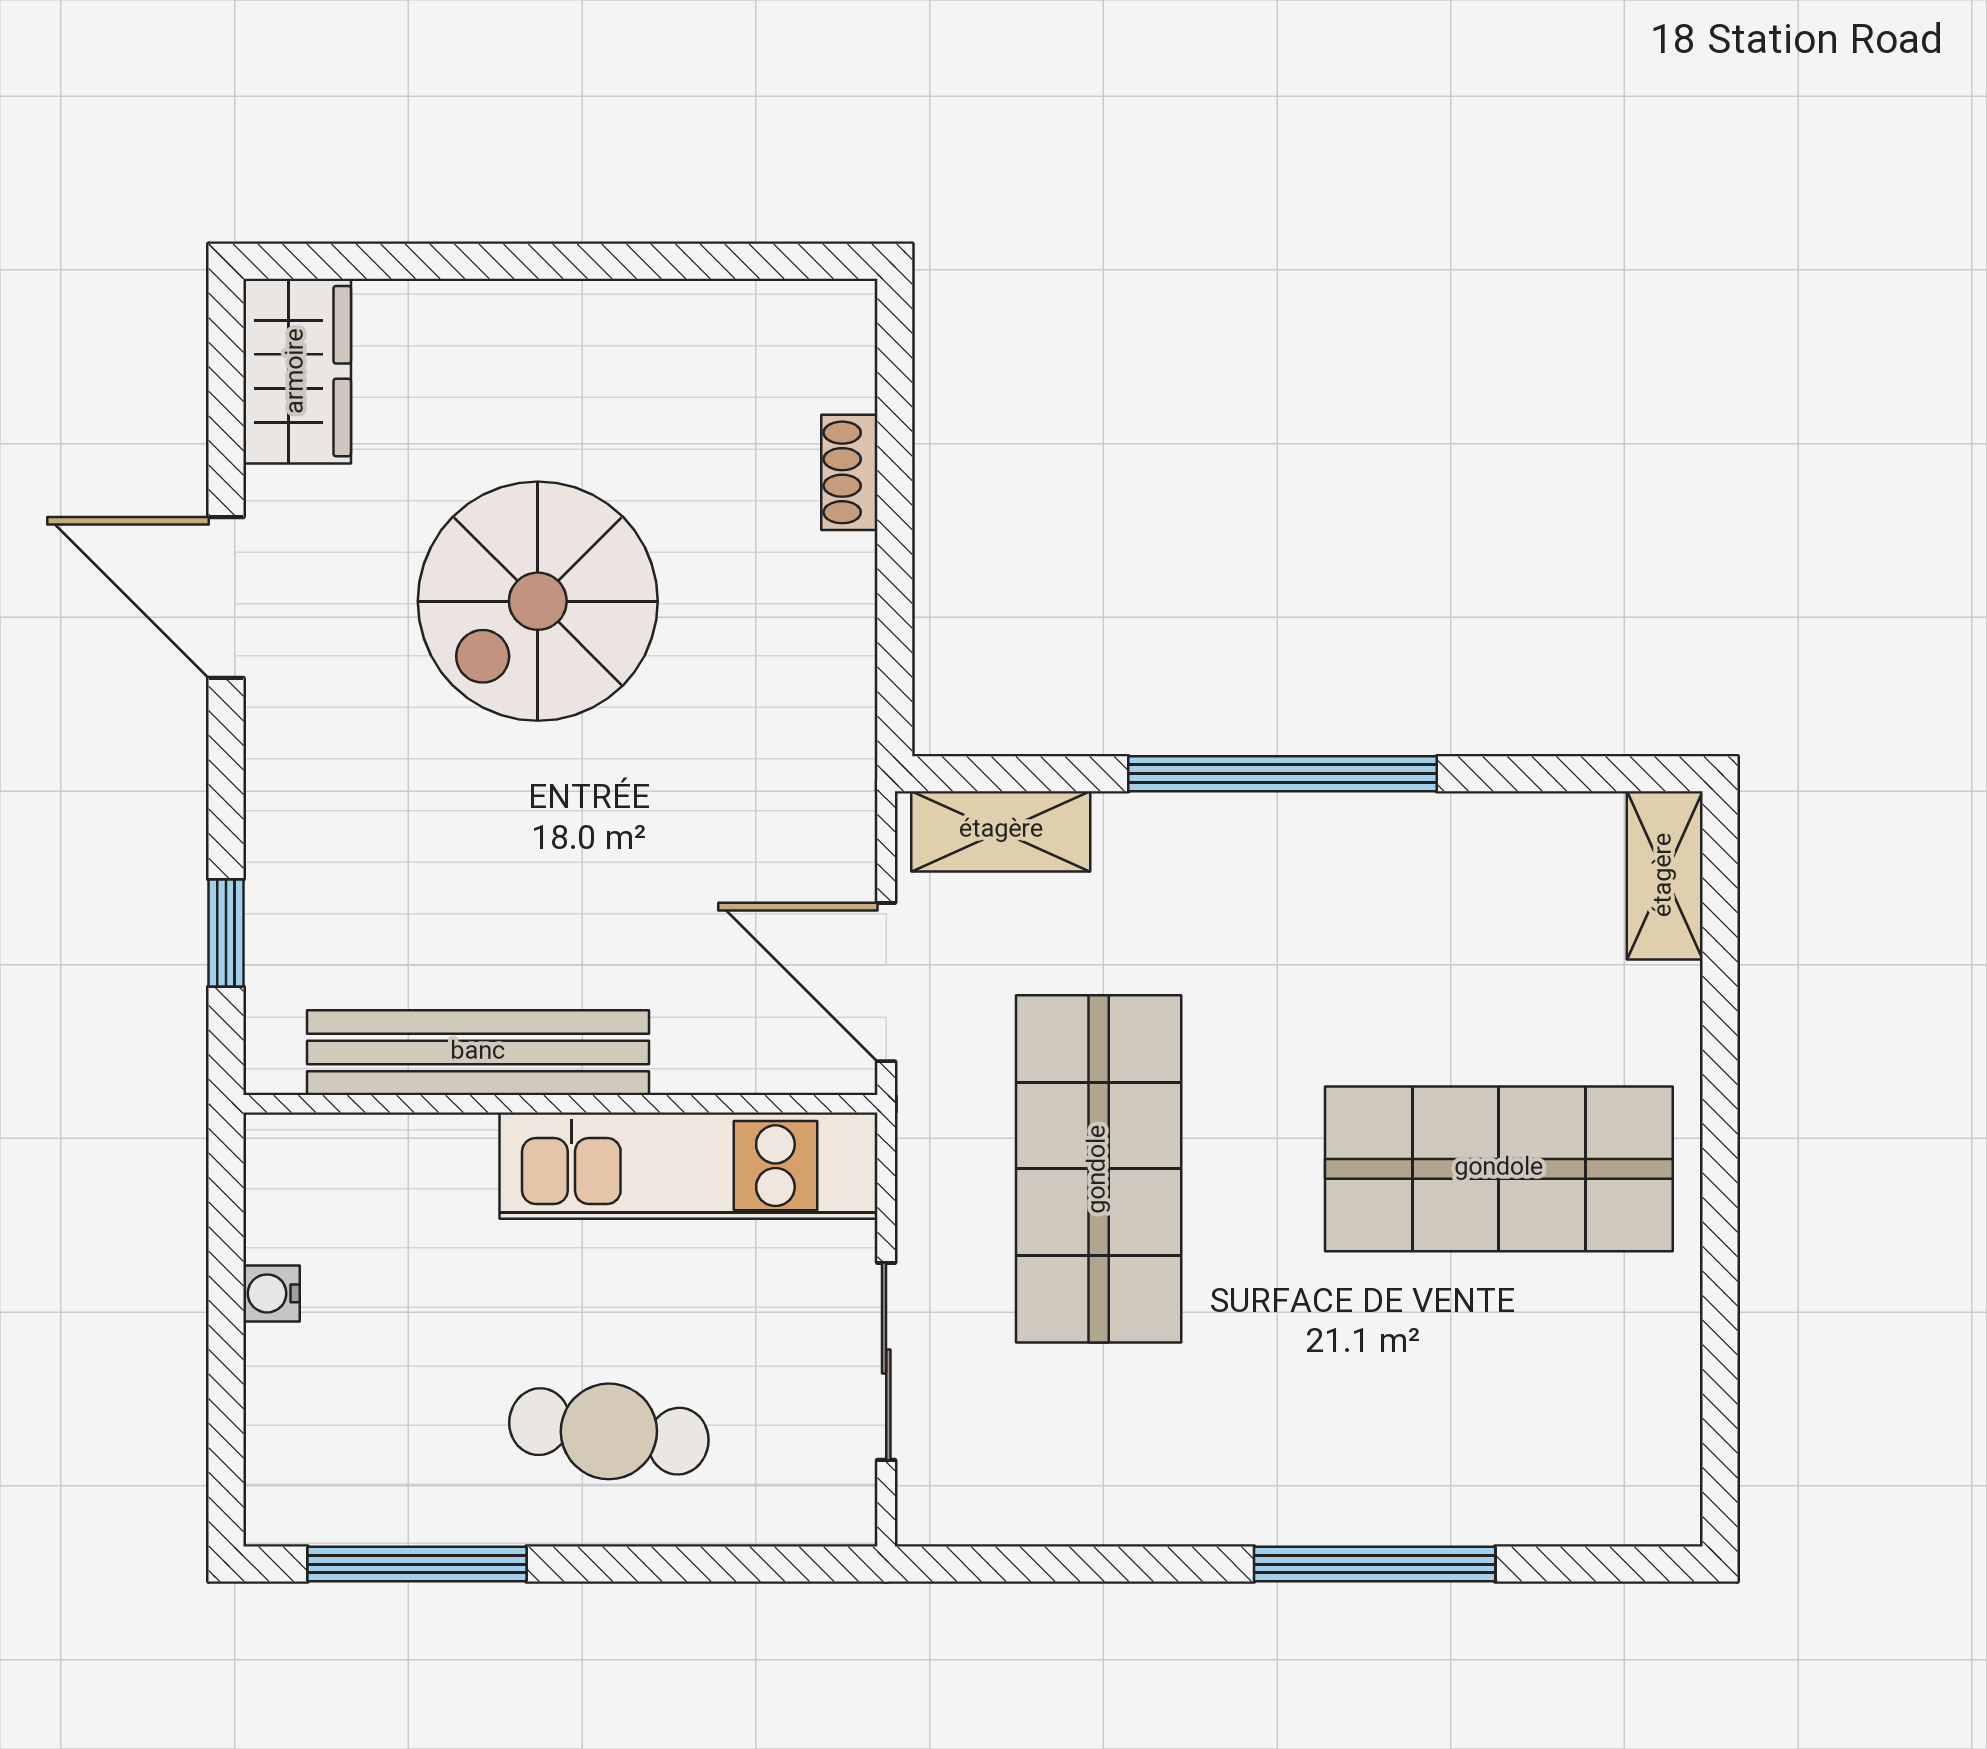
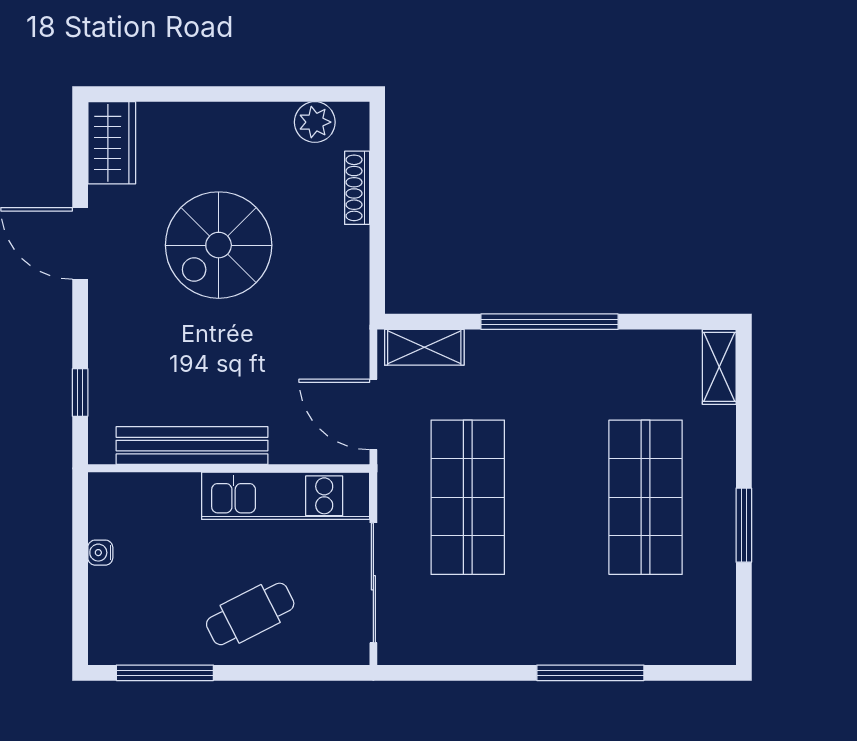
plant: (754, 324) -> (315, 122), added
shoe rack: (849, 472) -> (357, 188), width x1.43
shop shelf: (1499, 1169) -> (646, 497), turned 90
window: (1720, 1232) -> (744, 525), added
sliding door: (886, 1361) -> (373, 583), width x1.37
cafe table: (609, 1431) -> (250, 614), turned -35

